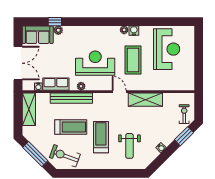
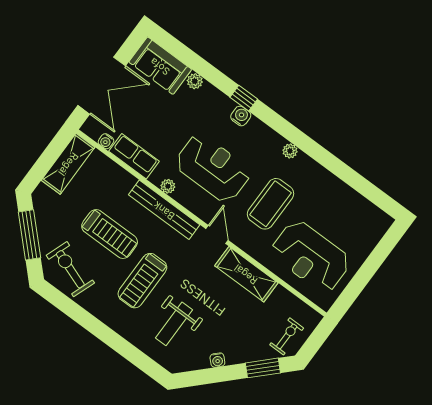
window: (55, 22) -> (244, 98), moved
water cooler: (134, 31) -> (241, 116), moved
reception desk: (167, 49) -> (311, 256), moved, turned 90
bench: (71, 98) -> (164, 210), moved
treadmill: (101, 137) -> (142, 281), turned 180

